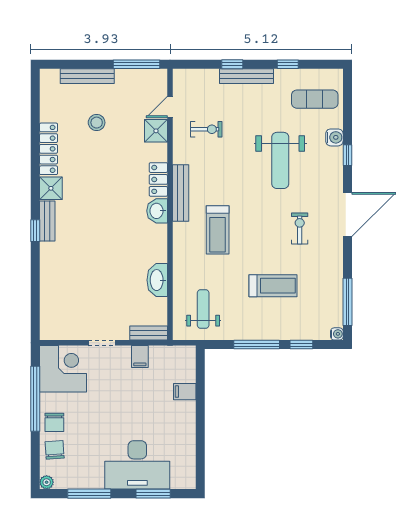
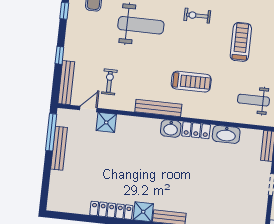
bench: (87, 76) -> (59, 148), moved
bench: (246, 76) -> (66, 83), moved
door: (170, 107) -> (88, 109), swing flipped
stool: (97, 123) -> (94, 169), removed
locker: (158, 179) -> (196, 130), moved

